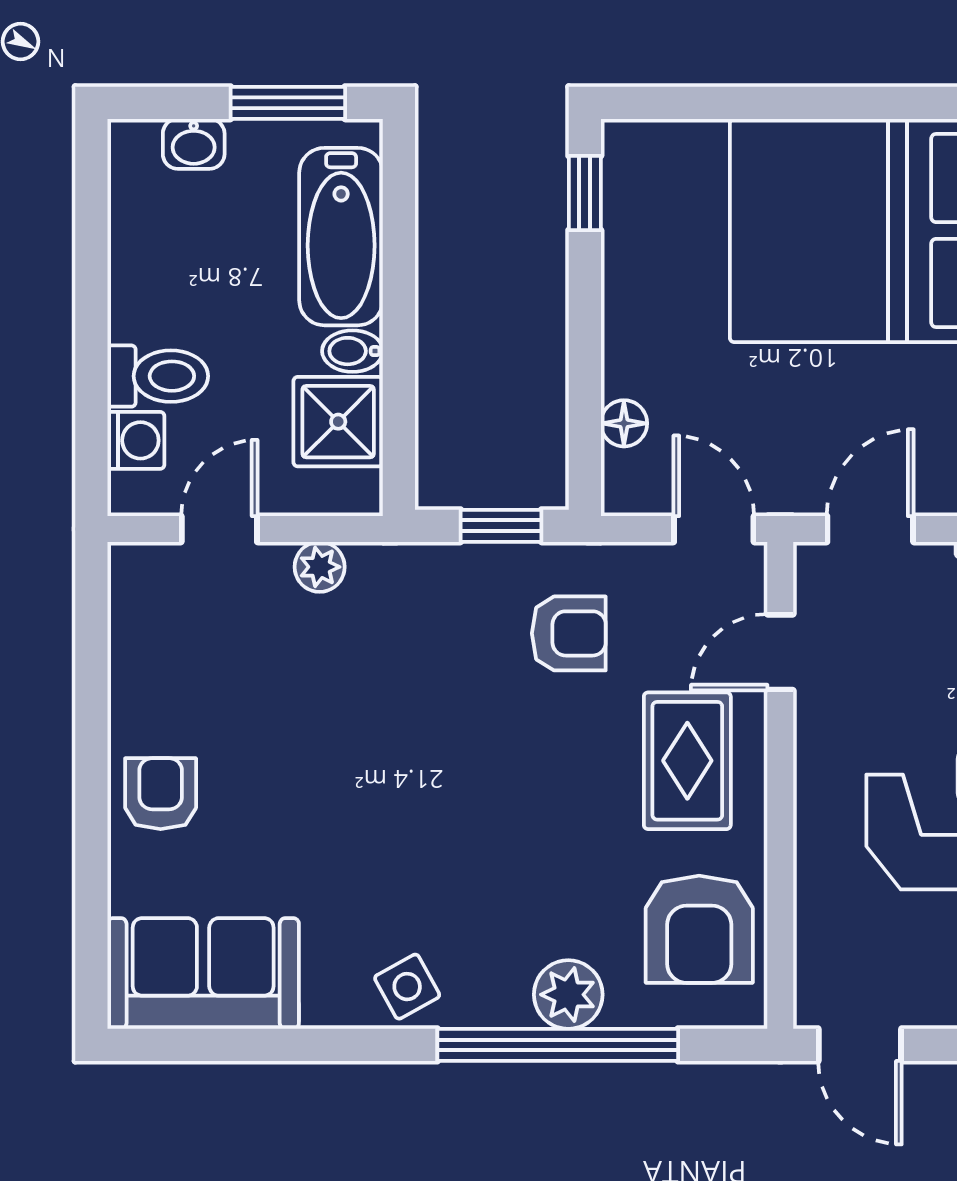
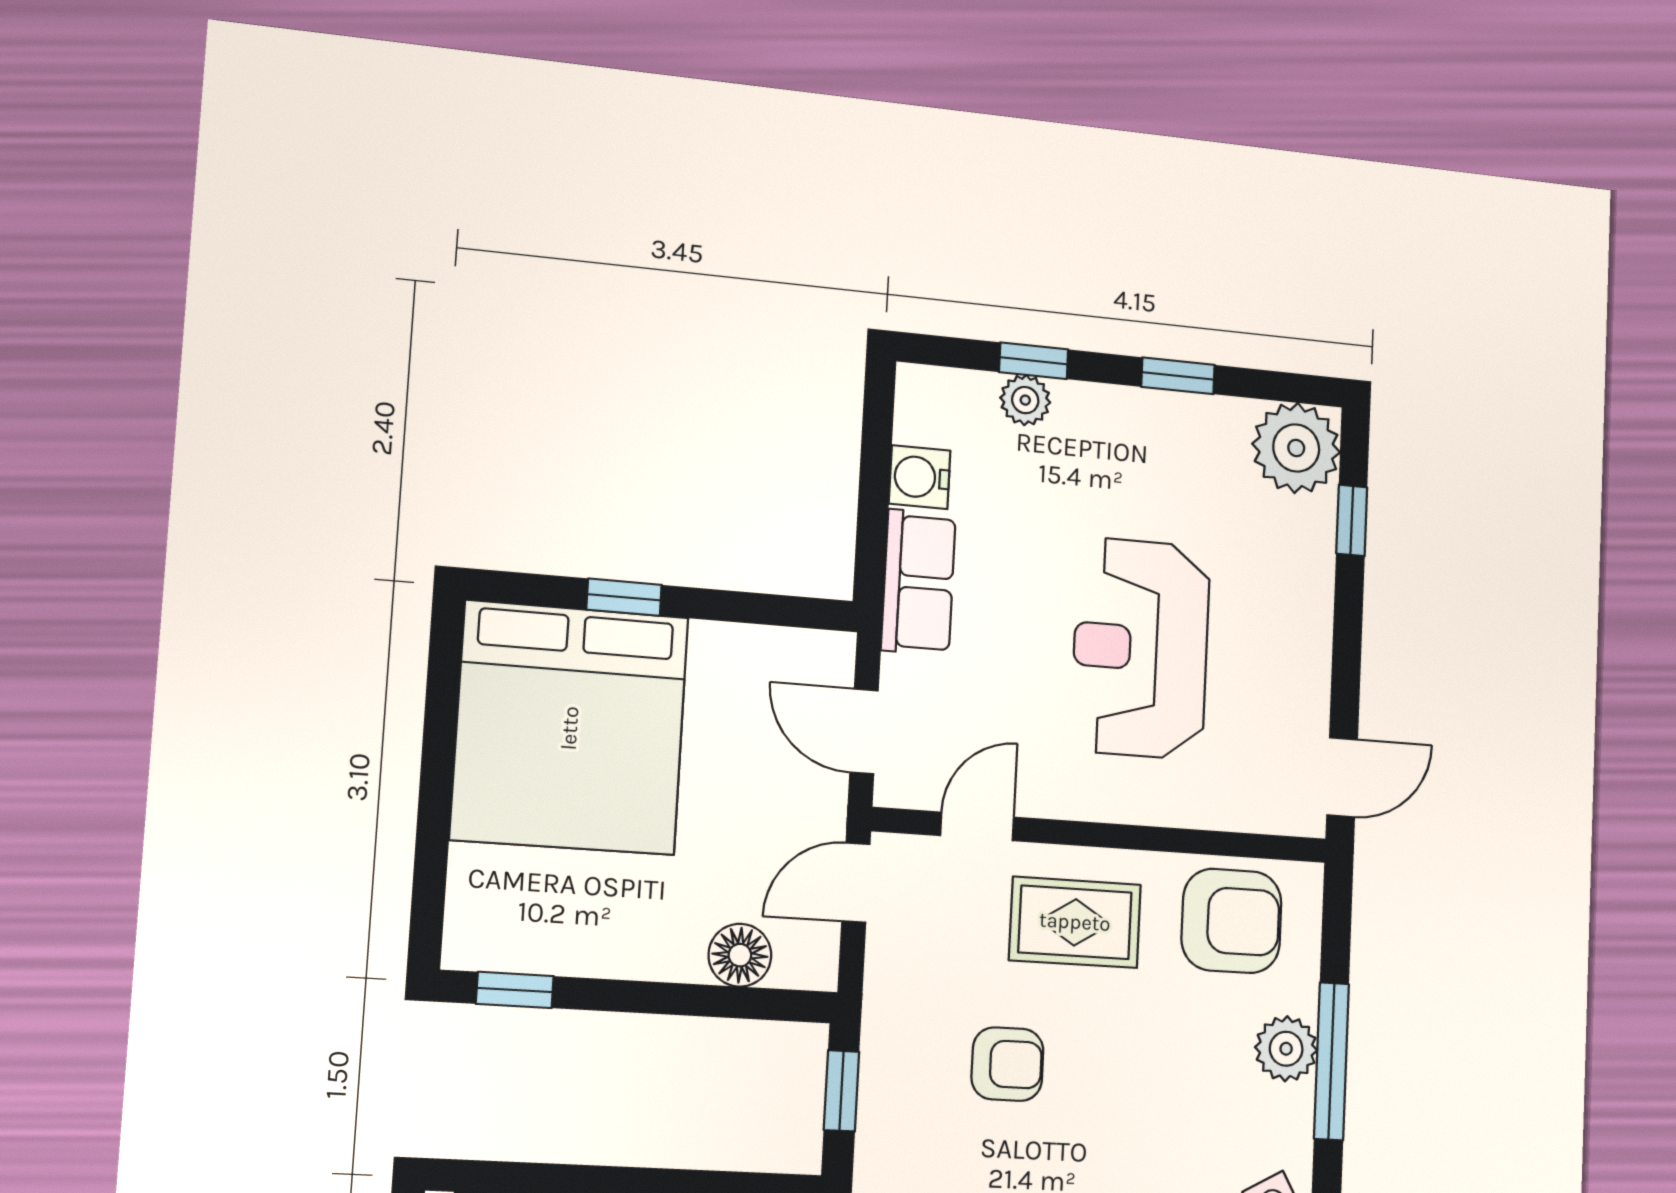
floor lamp: (624, 423) -> (740, 955), width x1.37, depth x1.37
armchair: (569, 633) -> (1007, 1064), moved, turned 90
door: (780, 652) -> (977, 826), swing flipped
window: (558, 1045) -> (1331, 1061), width x0.68

